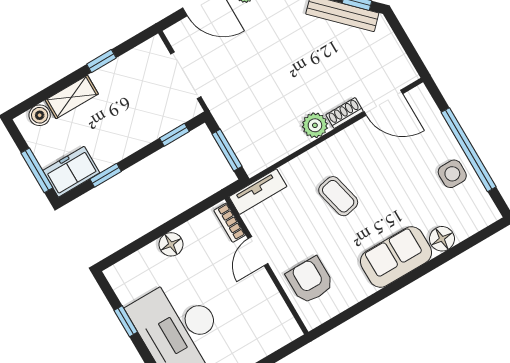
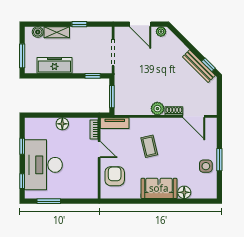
window: (469, 150) -> (219, 160), width x0.47
freezer: (71, 172) -> (54, 65), moved, width x1.40
window: (106, 175) -> (51, 76), removed
door: (258, 251) -> (99, 150), swing flipped

